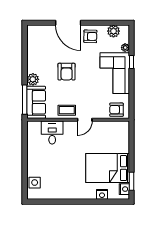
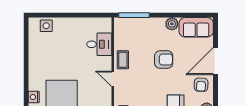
armchair: (67, 72) -> (164, 60), turned 180
plant: (33, 79) -> (172, 24), moved
sofa: (36, 102) -> (196, 27), moved

